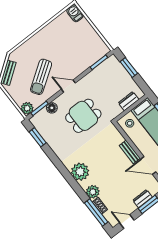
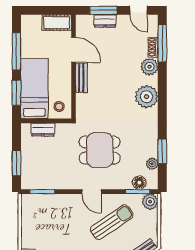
floor lamp: (52, 108) -> (139, 183), moved
plant: (44, 133) -> (152, 164), added
window: (38, 137) -> (162, 151), moved

